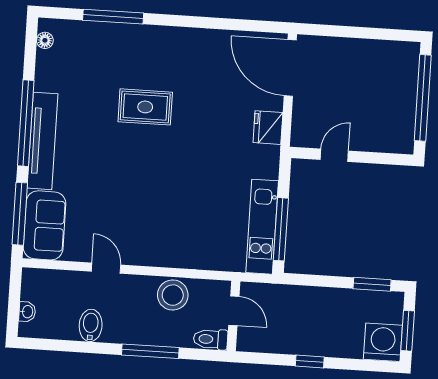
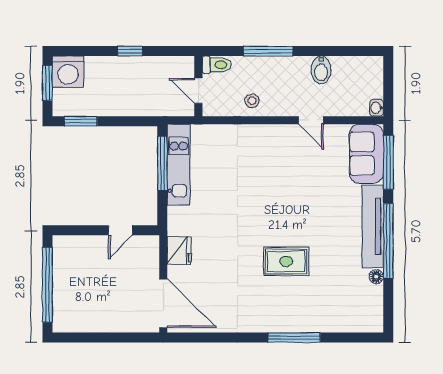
window: (113, 17) -> (294, 337), moved
floor lamp: (45, 40) -> (376, 277), moved
stool: (173, 295) -> (252, 101), width x0.53, depth x0.53
washbasin: (27, 312) -> (377, 108), moved

